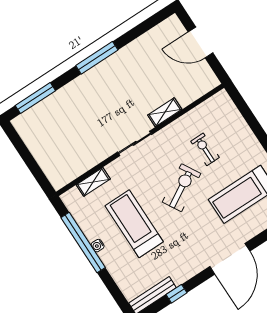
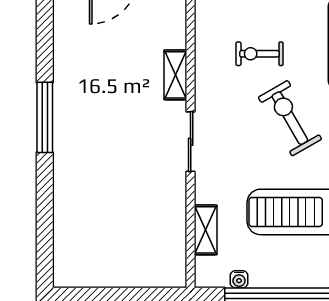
window: (35, 98) -> (45, 234), removed
water cooler: (98, 246) -> (239, 279), moved

